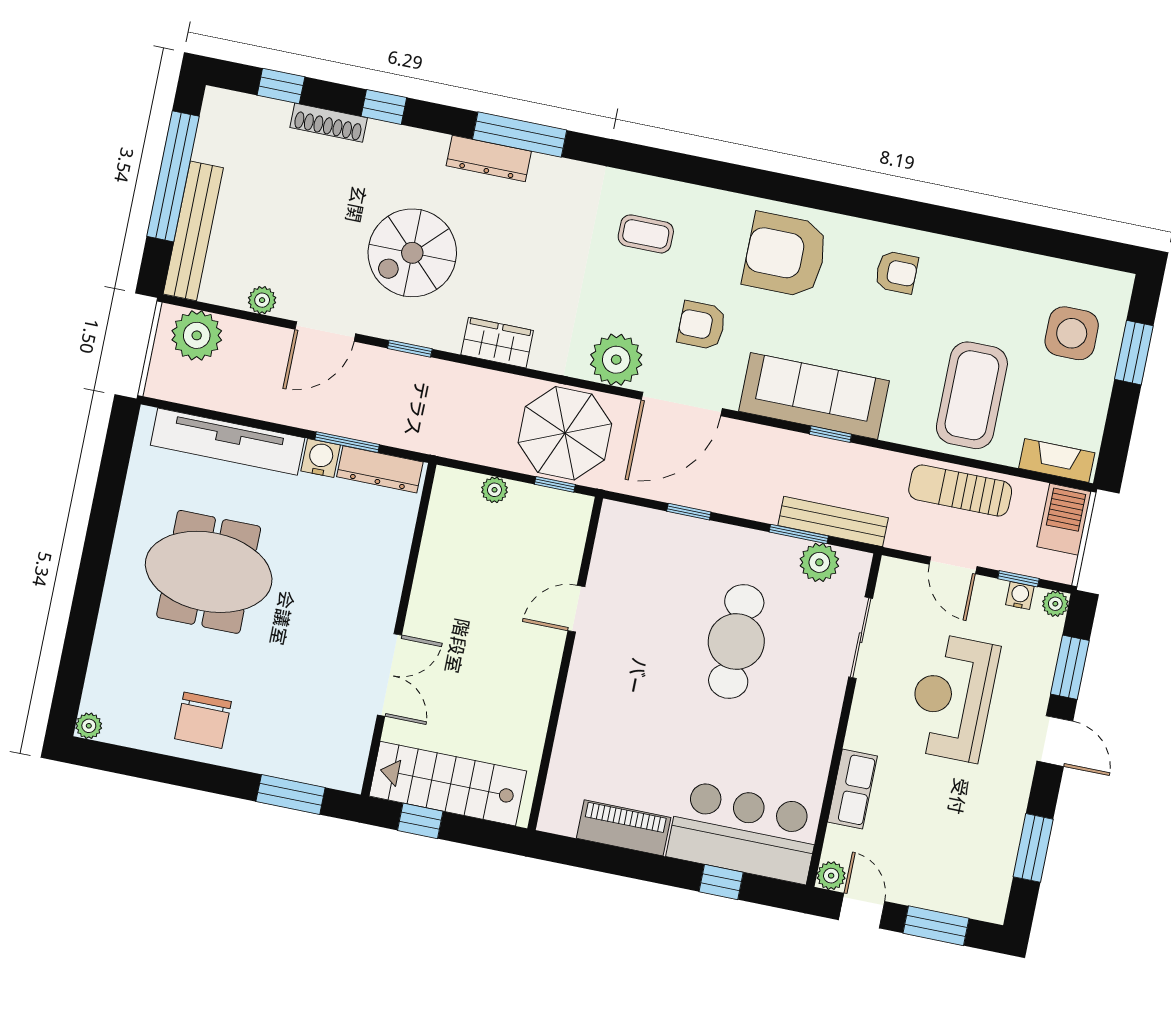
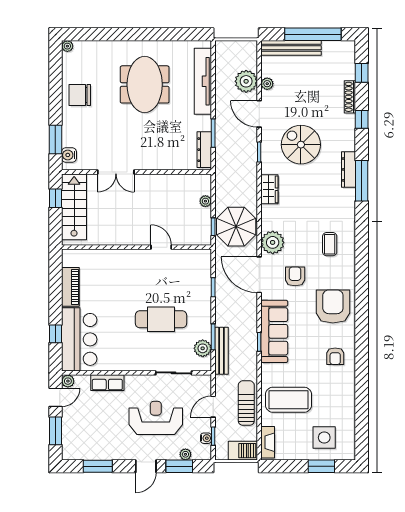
plant: (197, 335) -> (246, 81), moved
water cooler: (321, 458) -> (69, 155), moved, turned 180
plant: (1055, 604) -> (185, 454), moved

